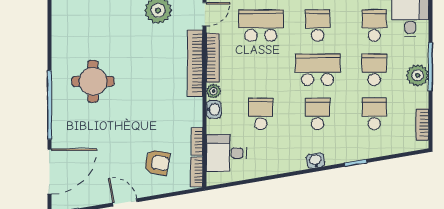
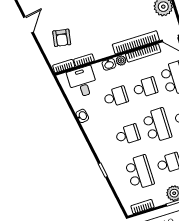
school desk: (261, 70) -> (145, 88), added
school desk: (374, 114) -> (139, 172), width x1.85
washbasin: (315, 161) -> (82, 116), moved

